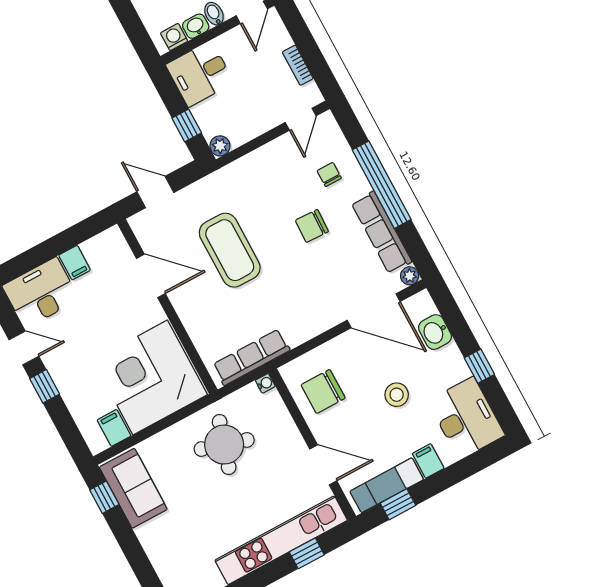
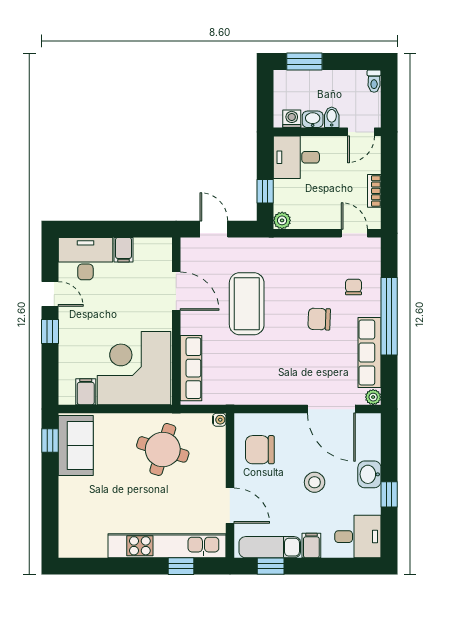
door: (301, 119) -> (354, 233), swing flipped
washbasin: (435, 332) -> (369, 474), moved
row of seats: (251, 357) -> (191, 368), moved, turned 90
desk: (466, 418) -> (358, 537), width x0.73

